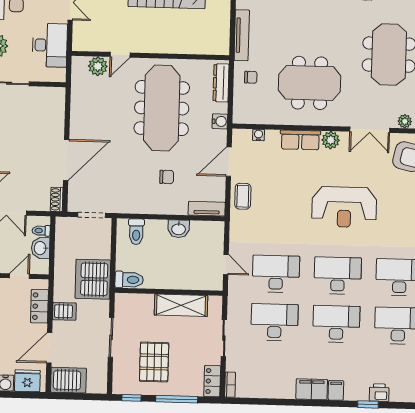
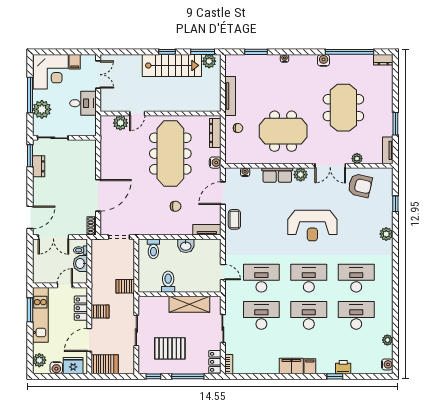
desk: (50, 45) -> (83, 103), width x0.73
server rack: (93, 279) -> (125, 286), width x0.46, depth x0.70
toilet: (129, 280) -> (168, 282), moved, turned -90
pallet: (154, 362) -> (170, 348), turned 90

